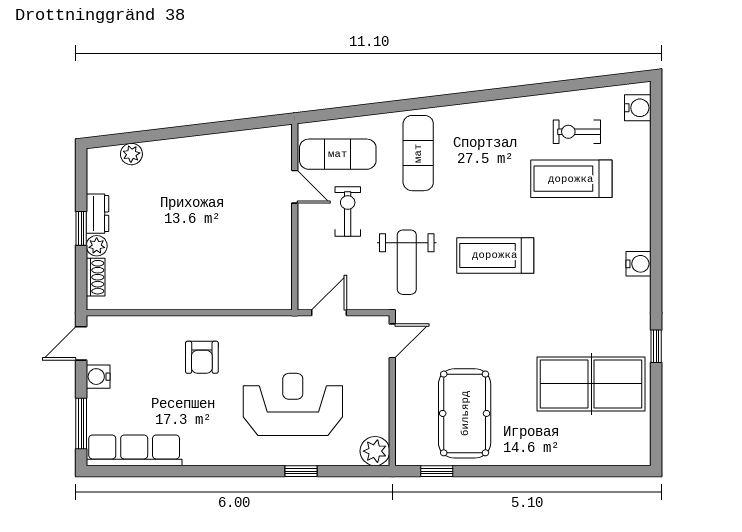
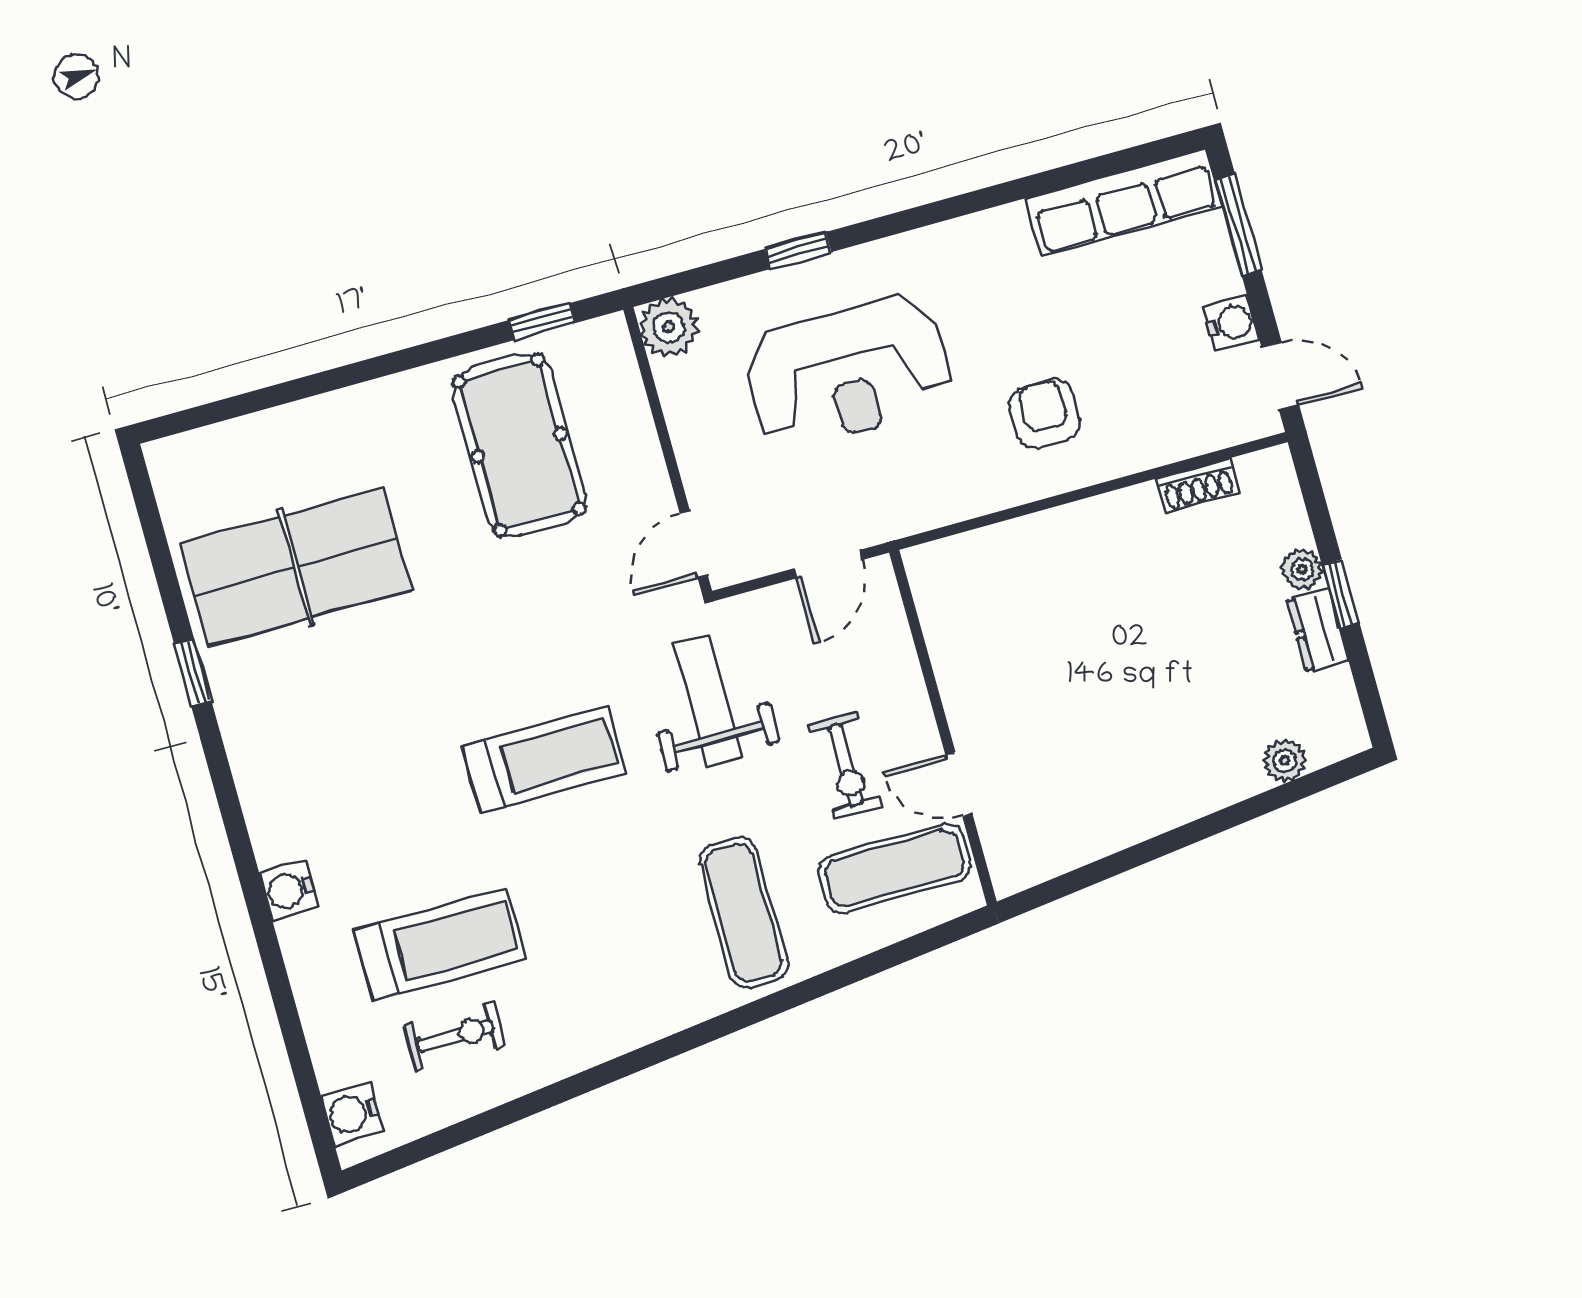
water cooler: (638, 264) -> (289, 890), moved
shoe rack: (96, 277) -> (1198, 486), moved, turned -90
door: (81, 343) -> (1280, 376), hinge flipped

